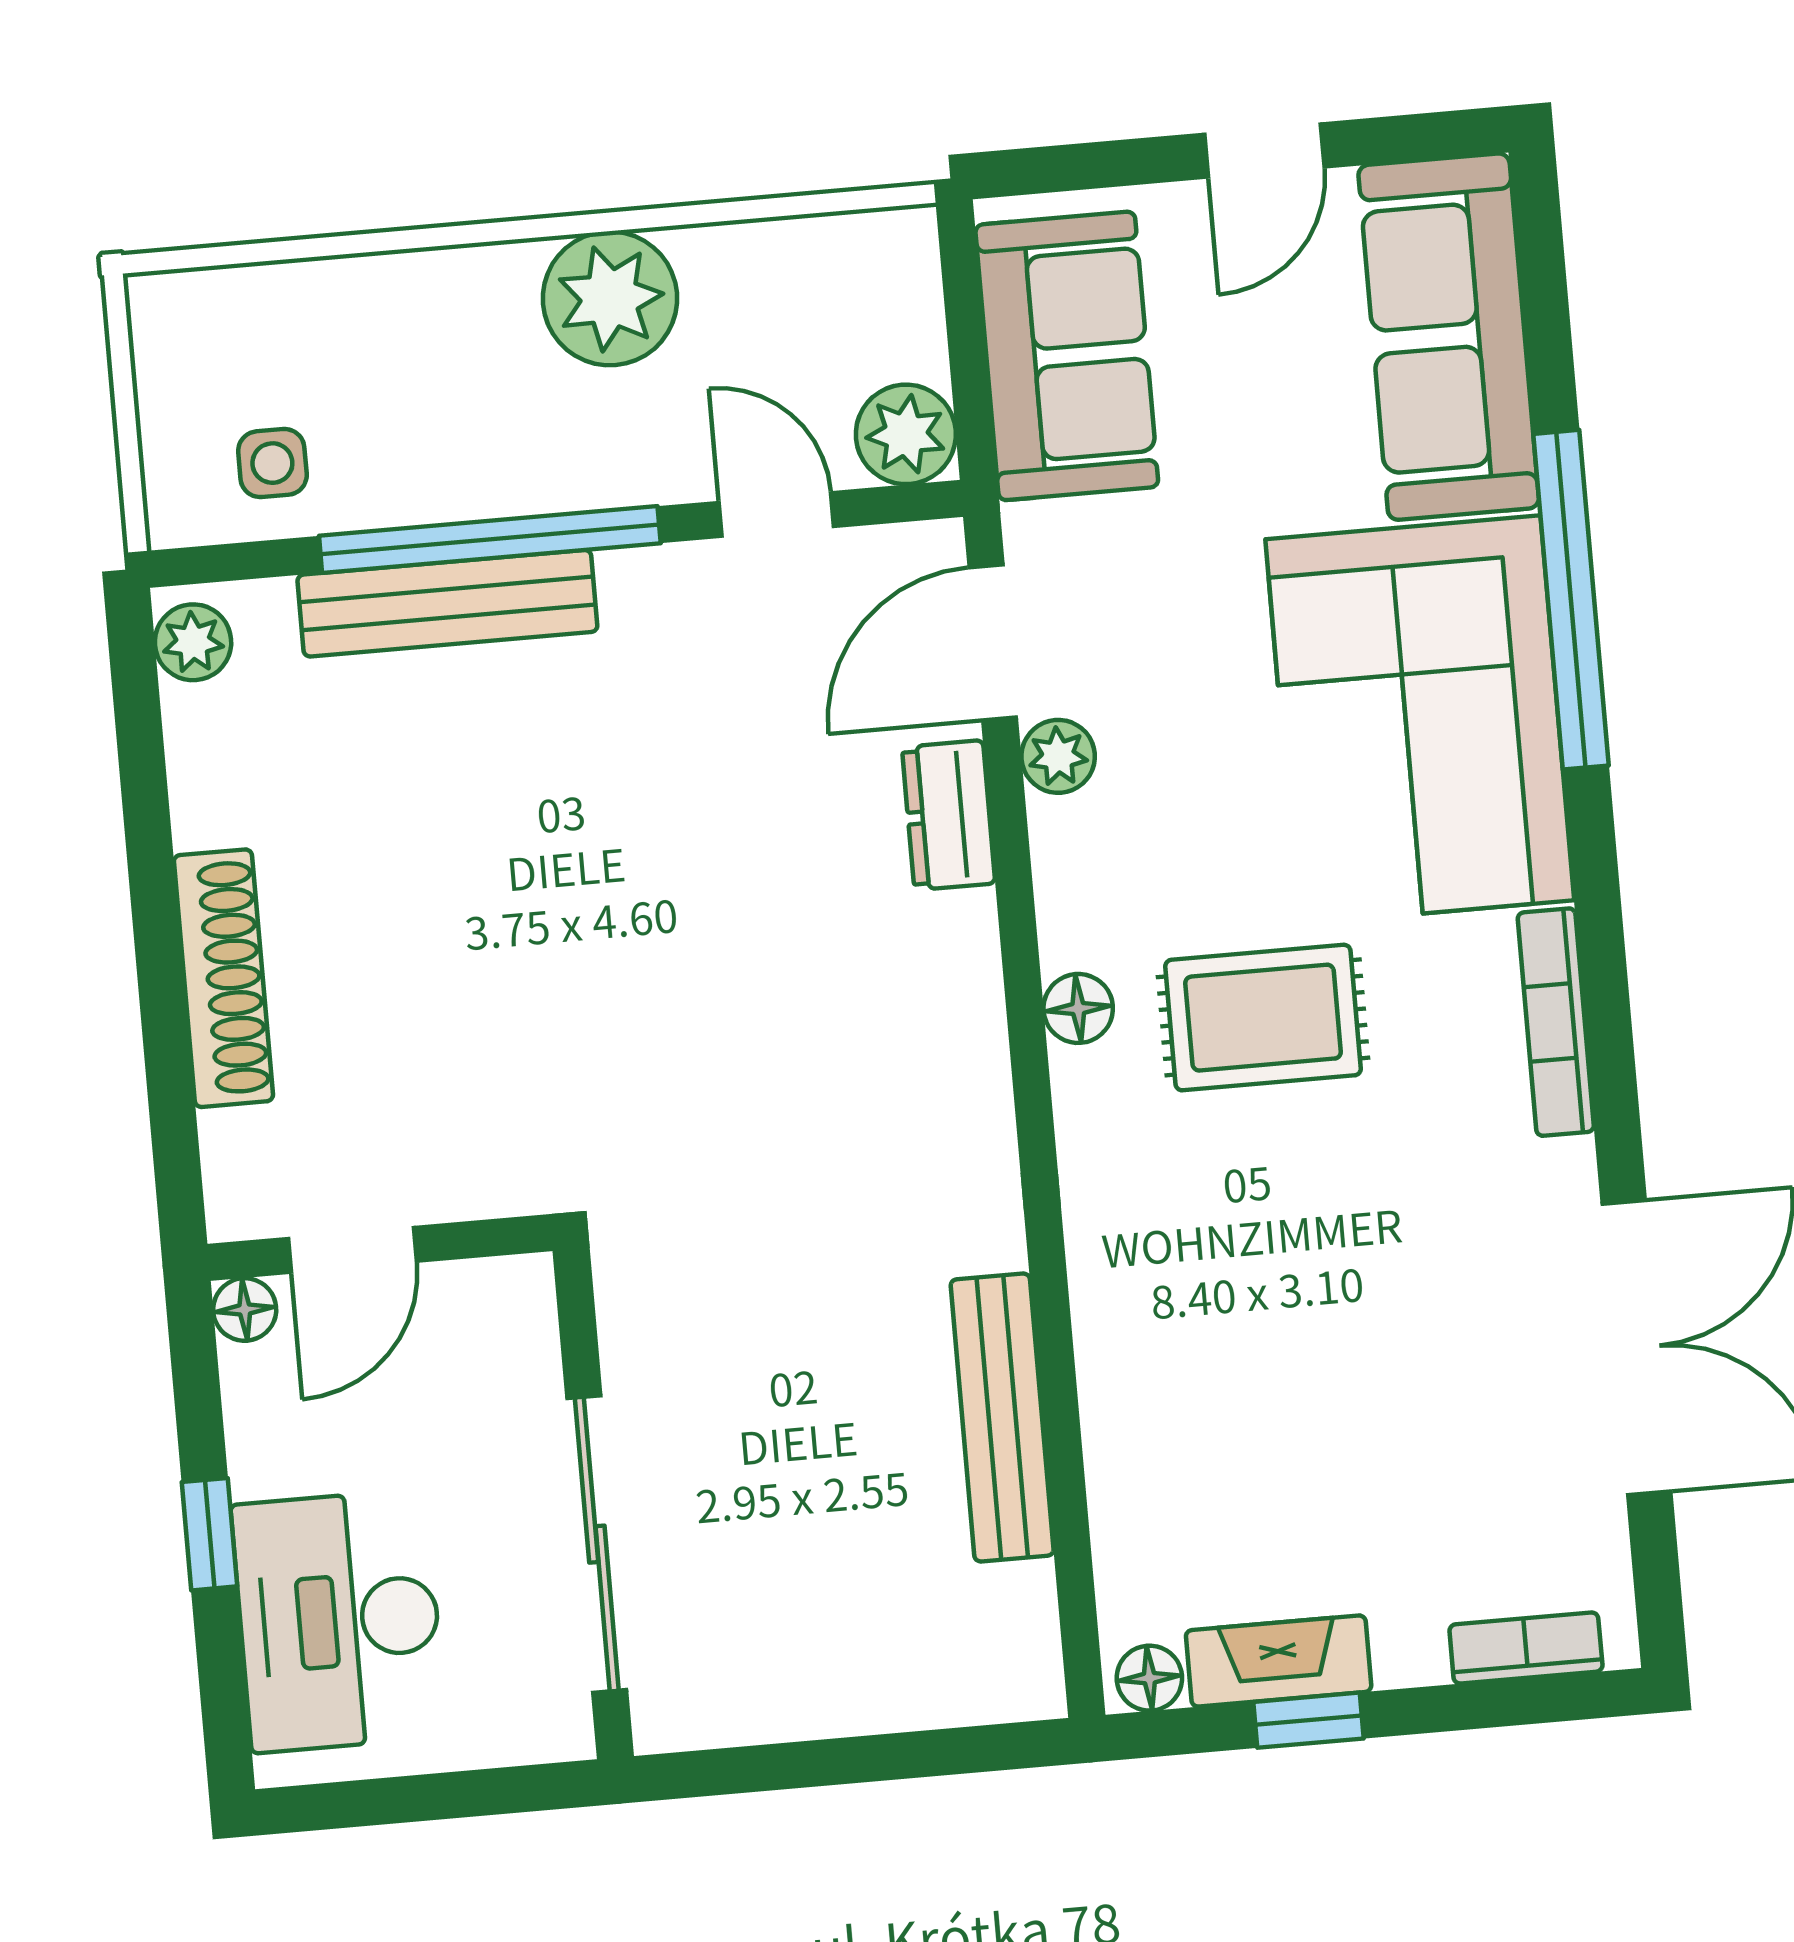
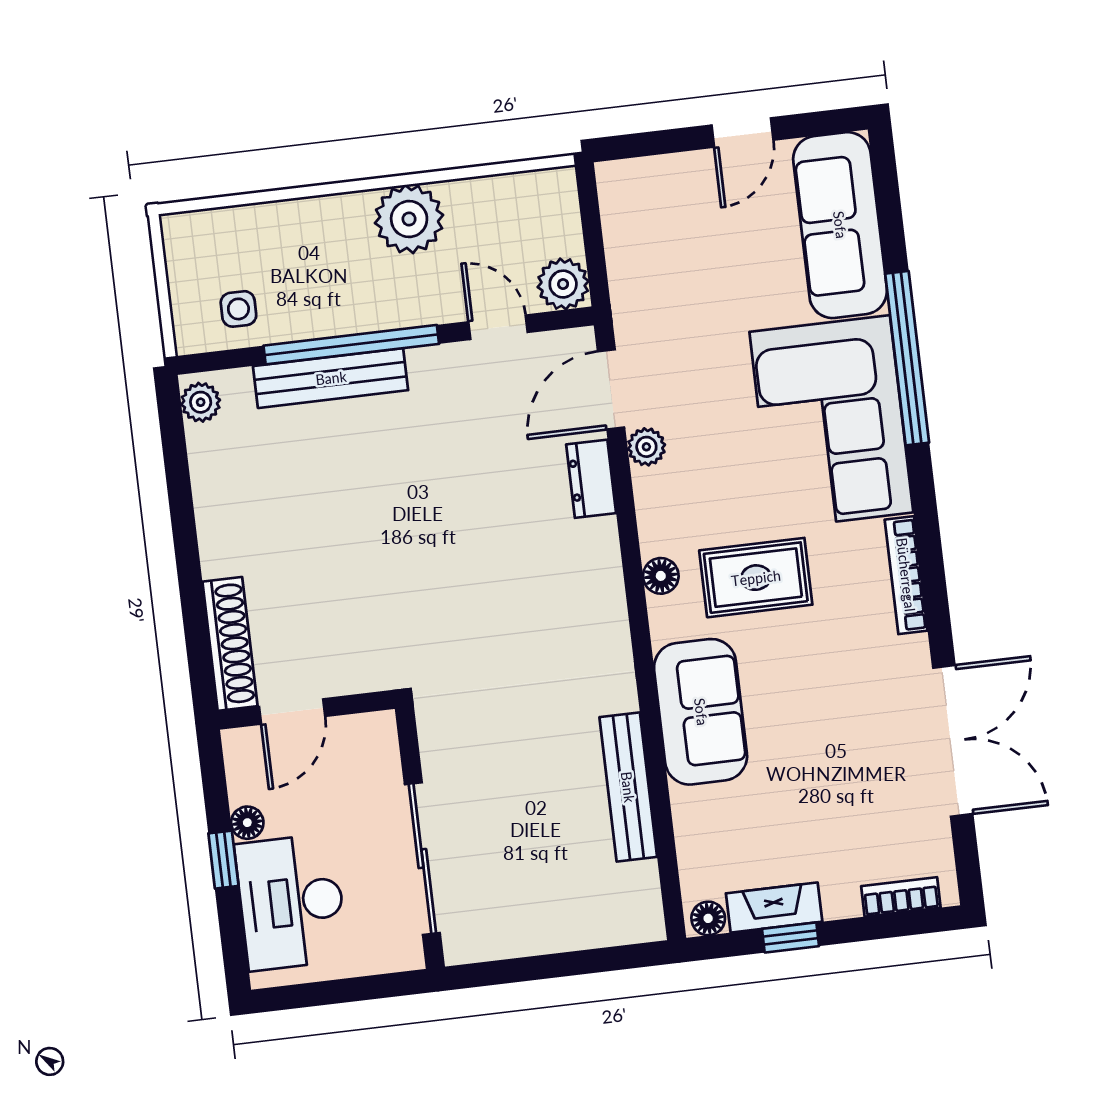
sofa: (1067, 356) -> (701, 712), moved
shoe rack: (223, 978) -> (230, 644), moved
floor lamp: (245, 1309) -> (247, 823), moved

